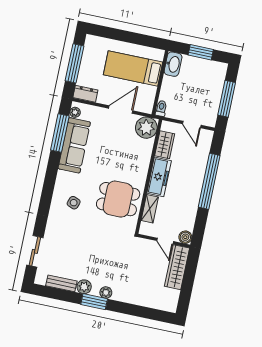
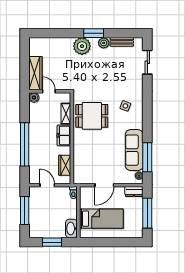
plant: (146, 128) -> (82, 175), removed
freezer: (159, 177) -> (64, 135), width x0.71
plant: (106, 293) -> (82, 46), width x1.87, depth x1.87

